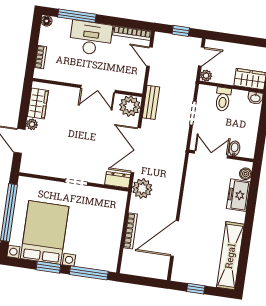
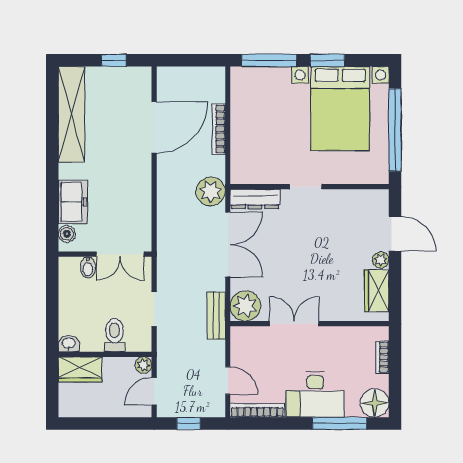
floor lamp: (47, 21) -> (375, 403), width x1.89, depth x1.89
dresser: (118, 180) -> (255, 199), width x1.44

